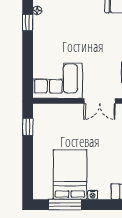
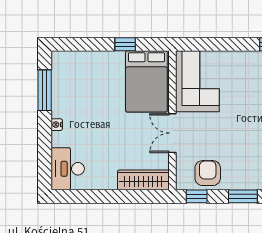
window: (28, 127) -> (125, 44), moved
bed: (70, 174) -> (146, 81), moved, turned 90

